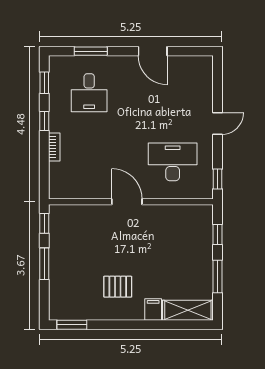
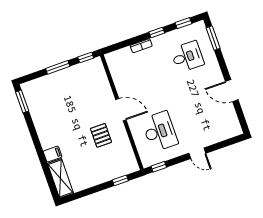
window: (91, 51) -> (213, 38), moved
door: (153, 51) -> (232, 91), hinge flipped
desk: (89, 93) -> (187, 57), turned 180
door: (127, 202) -> (121, 110), hinge flipped
window: (217, 277) -> (91, 191), removed
pallet: (118, 287) -> (101, 135), moved

